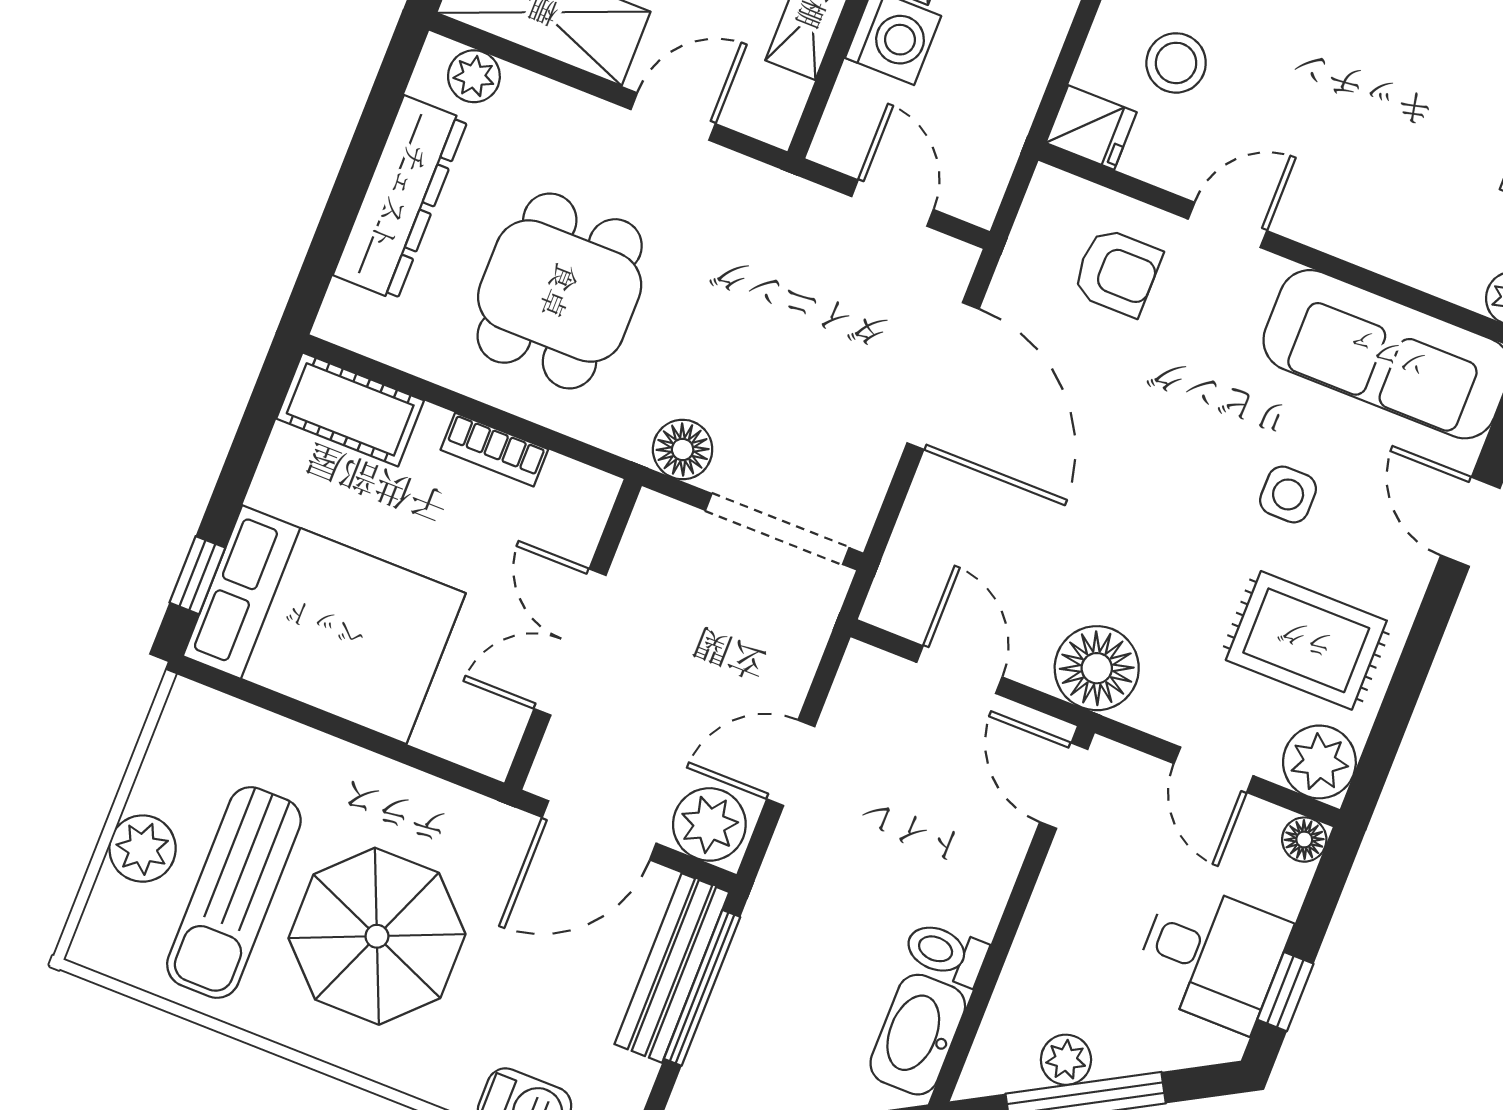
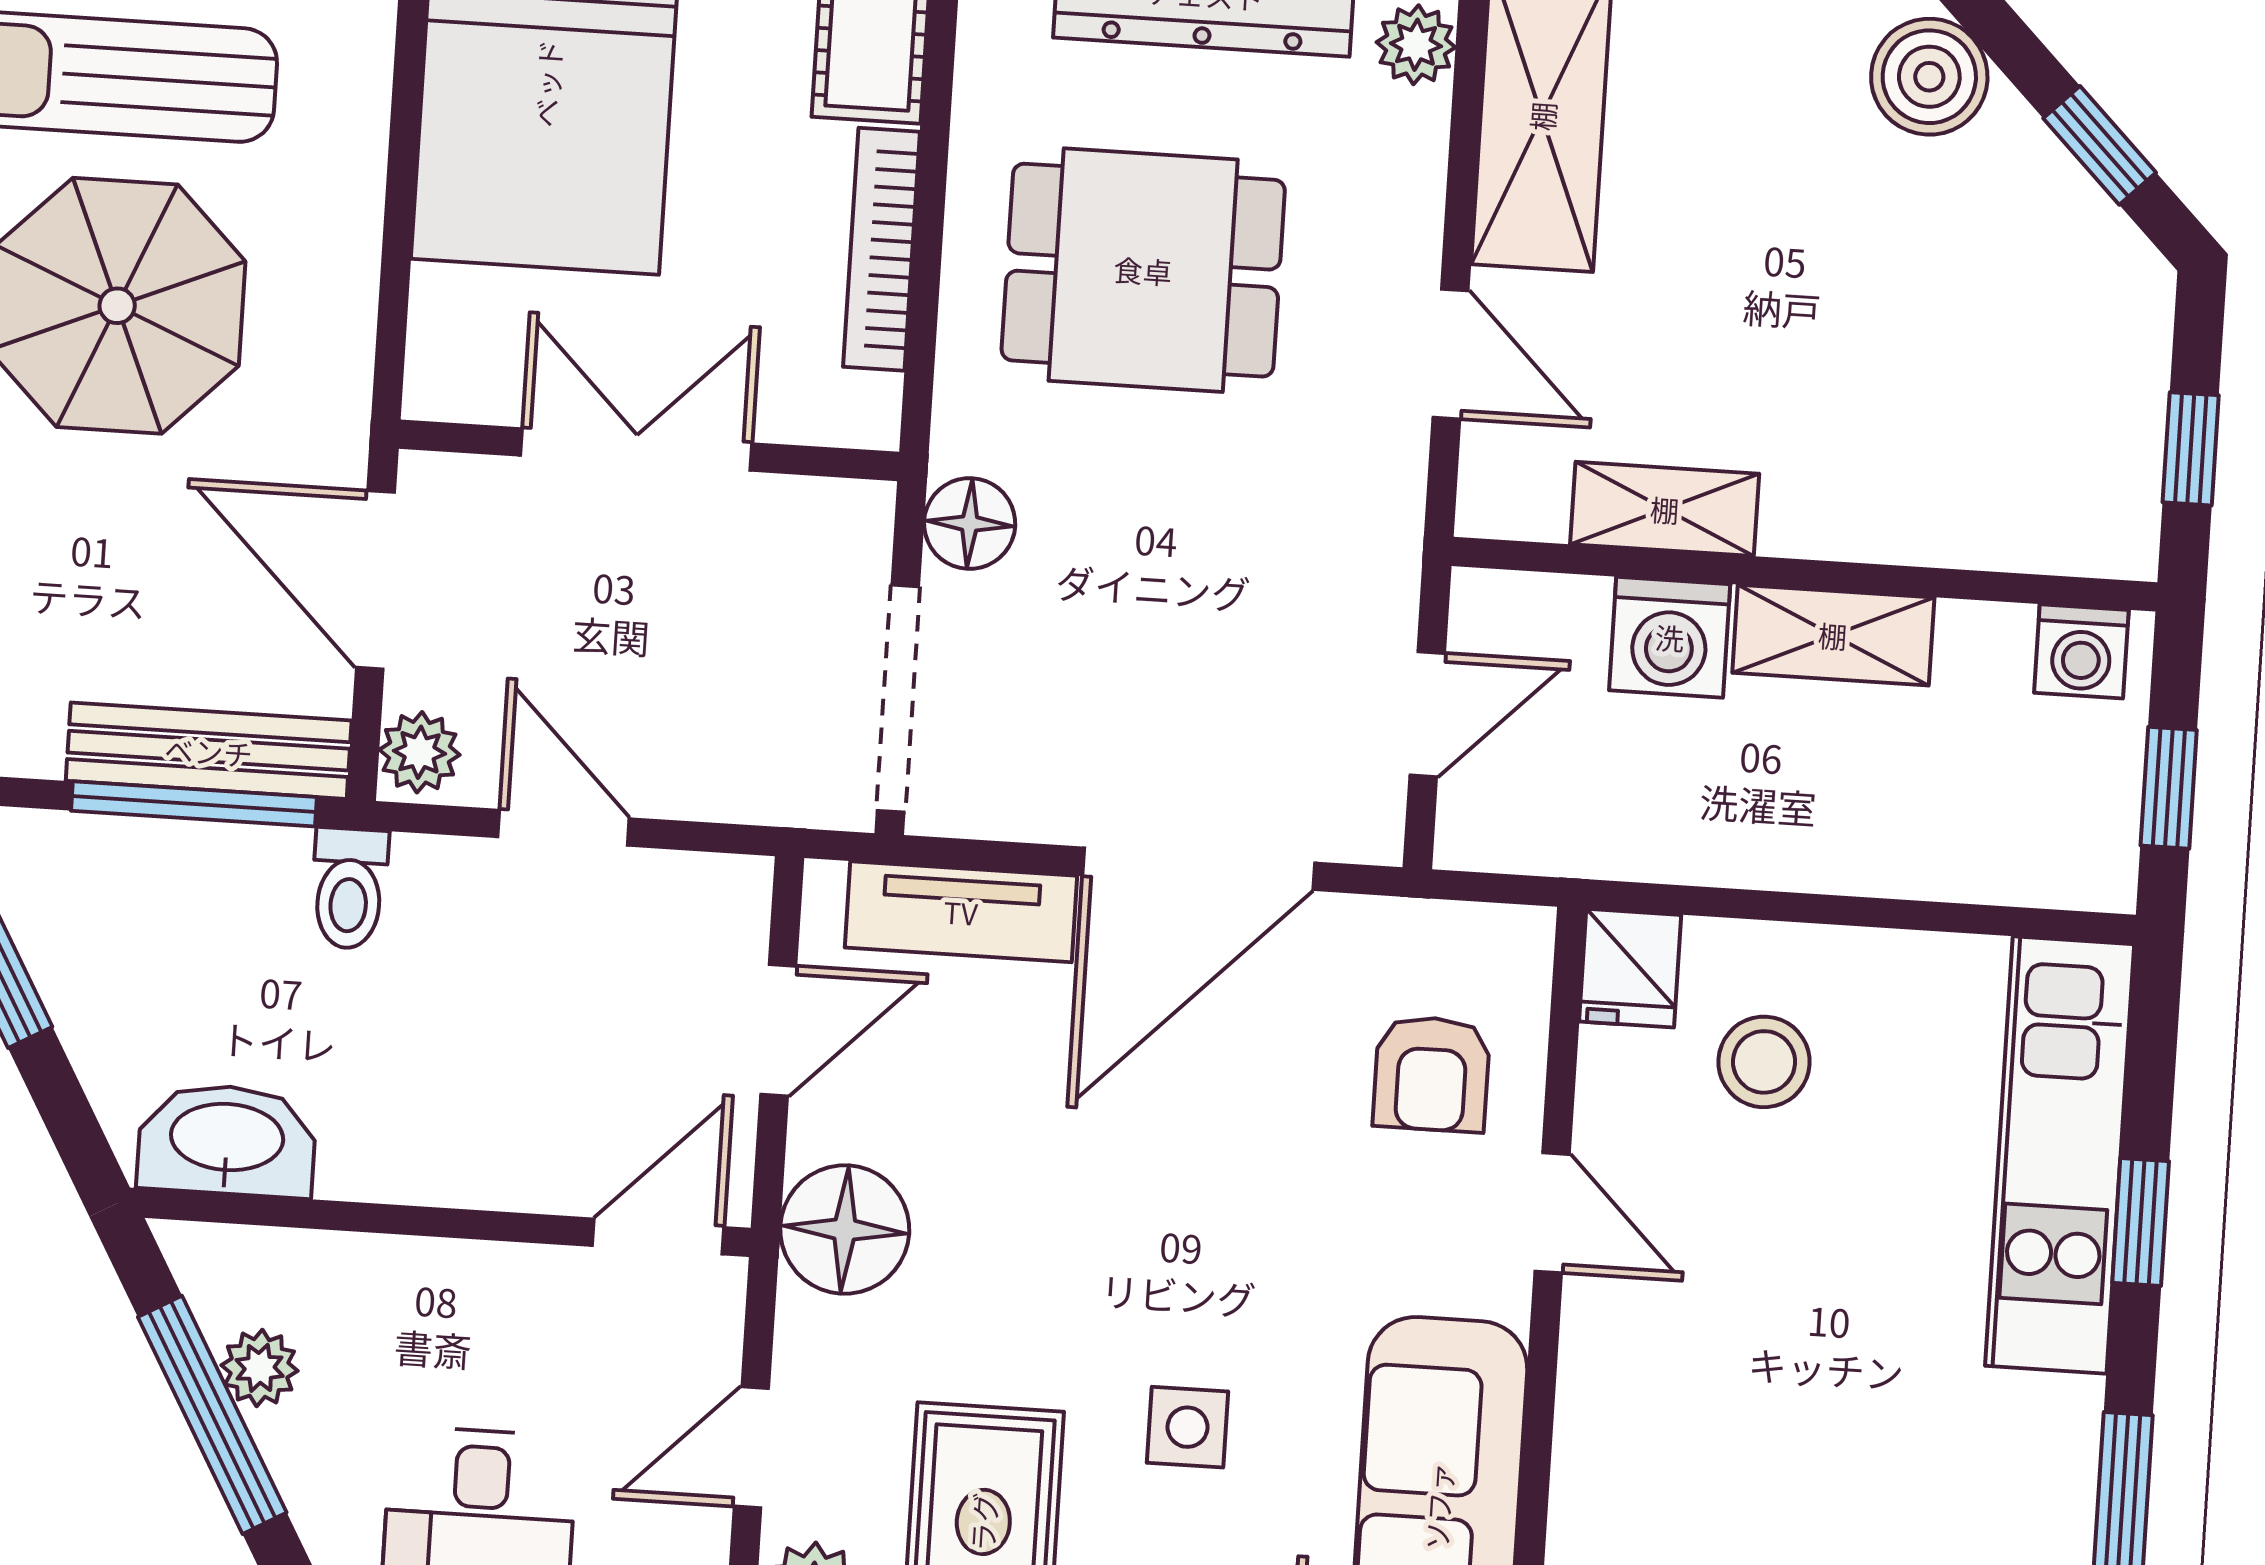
bookcase: (494, 450) -> (882, 249), width x1.56
tv unit: (922, 532) -> (961, 912), added
plant: (709, 824) -> (420, 752), width x0.73, depth x0.73
toilet: (946, 953) -> (349, 888), moved, turned 180

